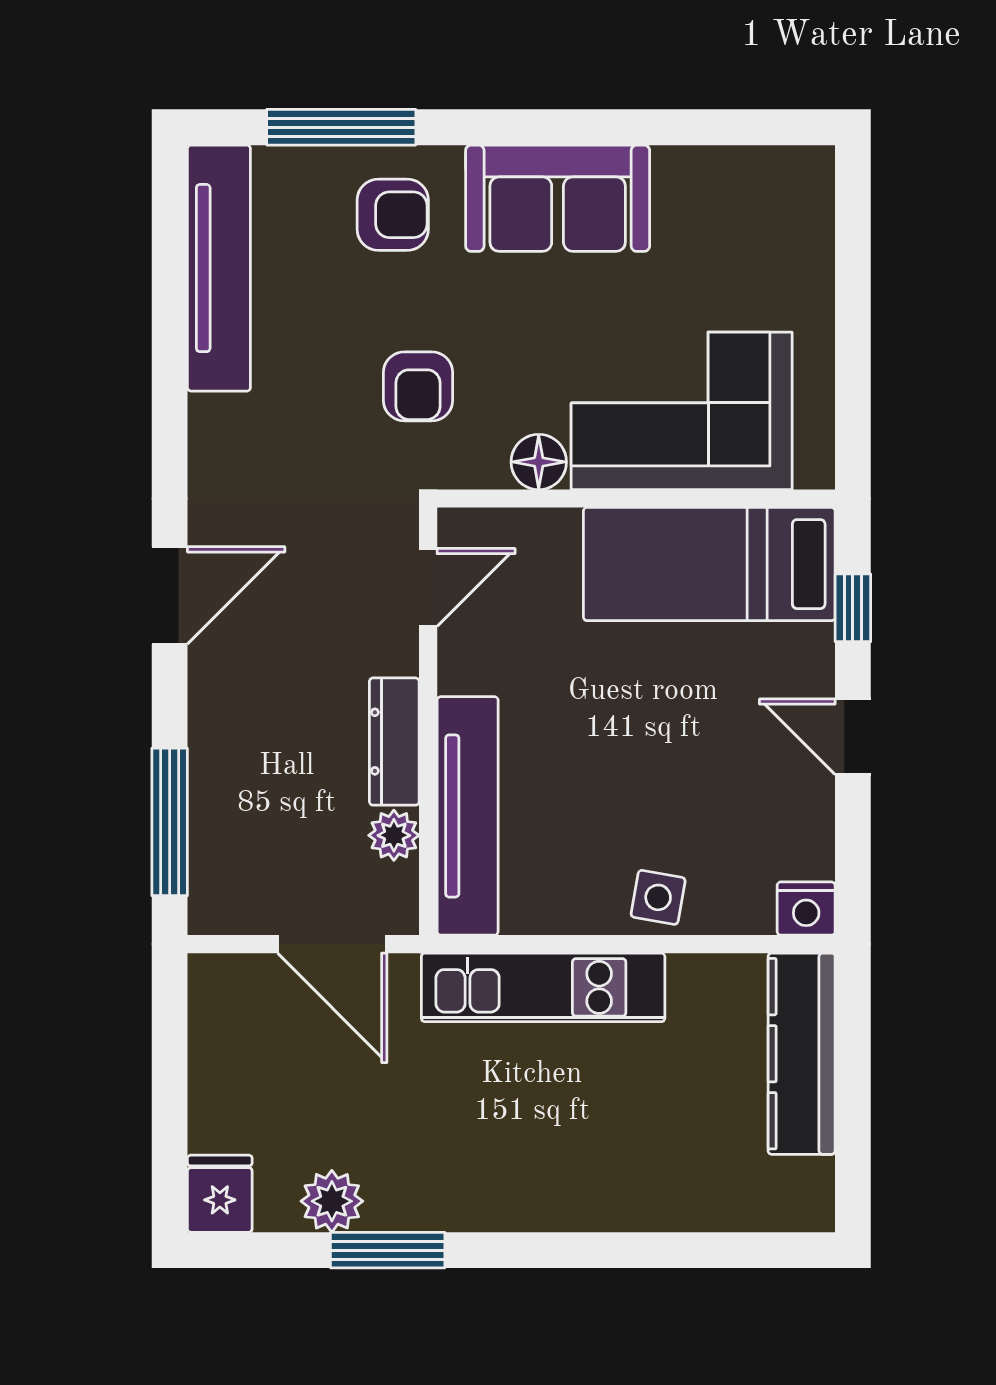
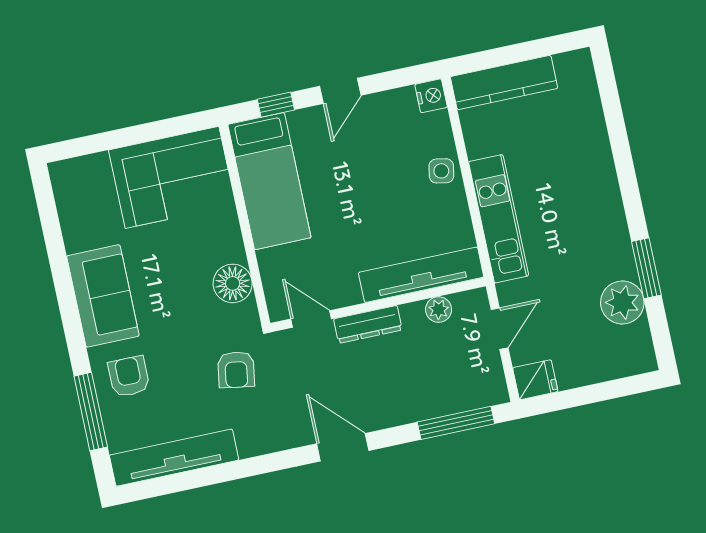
armchair: (418, 386) -> (236, 370), moved, turned 99
corner sofa: (682, 411) -> (172, 177), moved, turned -90
floor lamp: (539, 462) -> (233, 283), width x1.38, depth x1.38
dresser: (394, 742) -> (368, 324), moved
door: (332, 944) -> (500, 329), width x0.73
fridge: (220, 1194) -> (535, 380), moved, turned 180
plant: (332, 1201) -> (622, 303), width x1.36, depth x1.36

